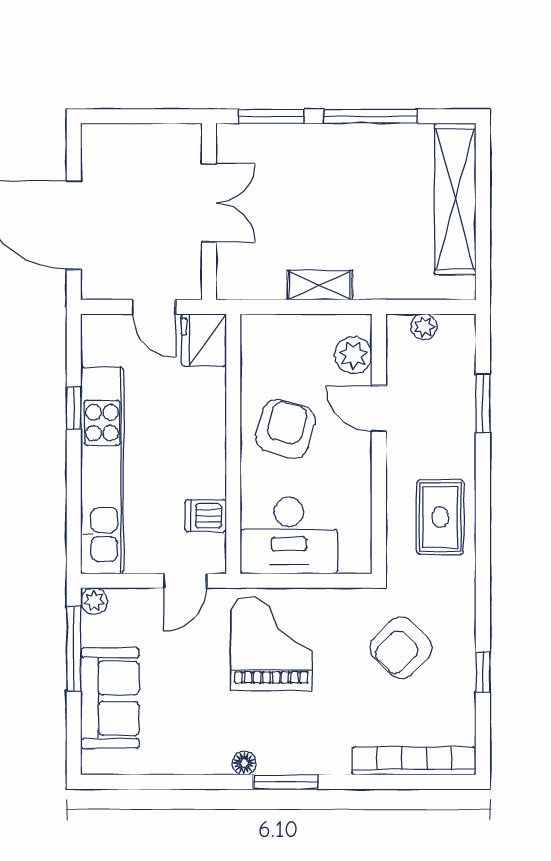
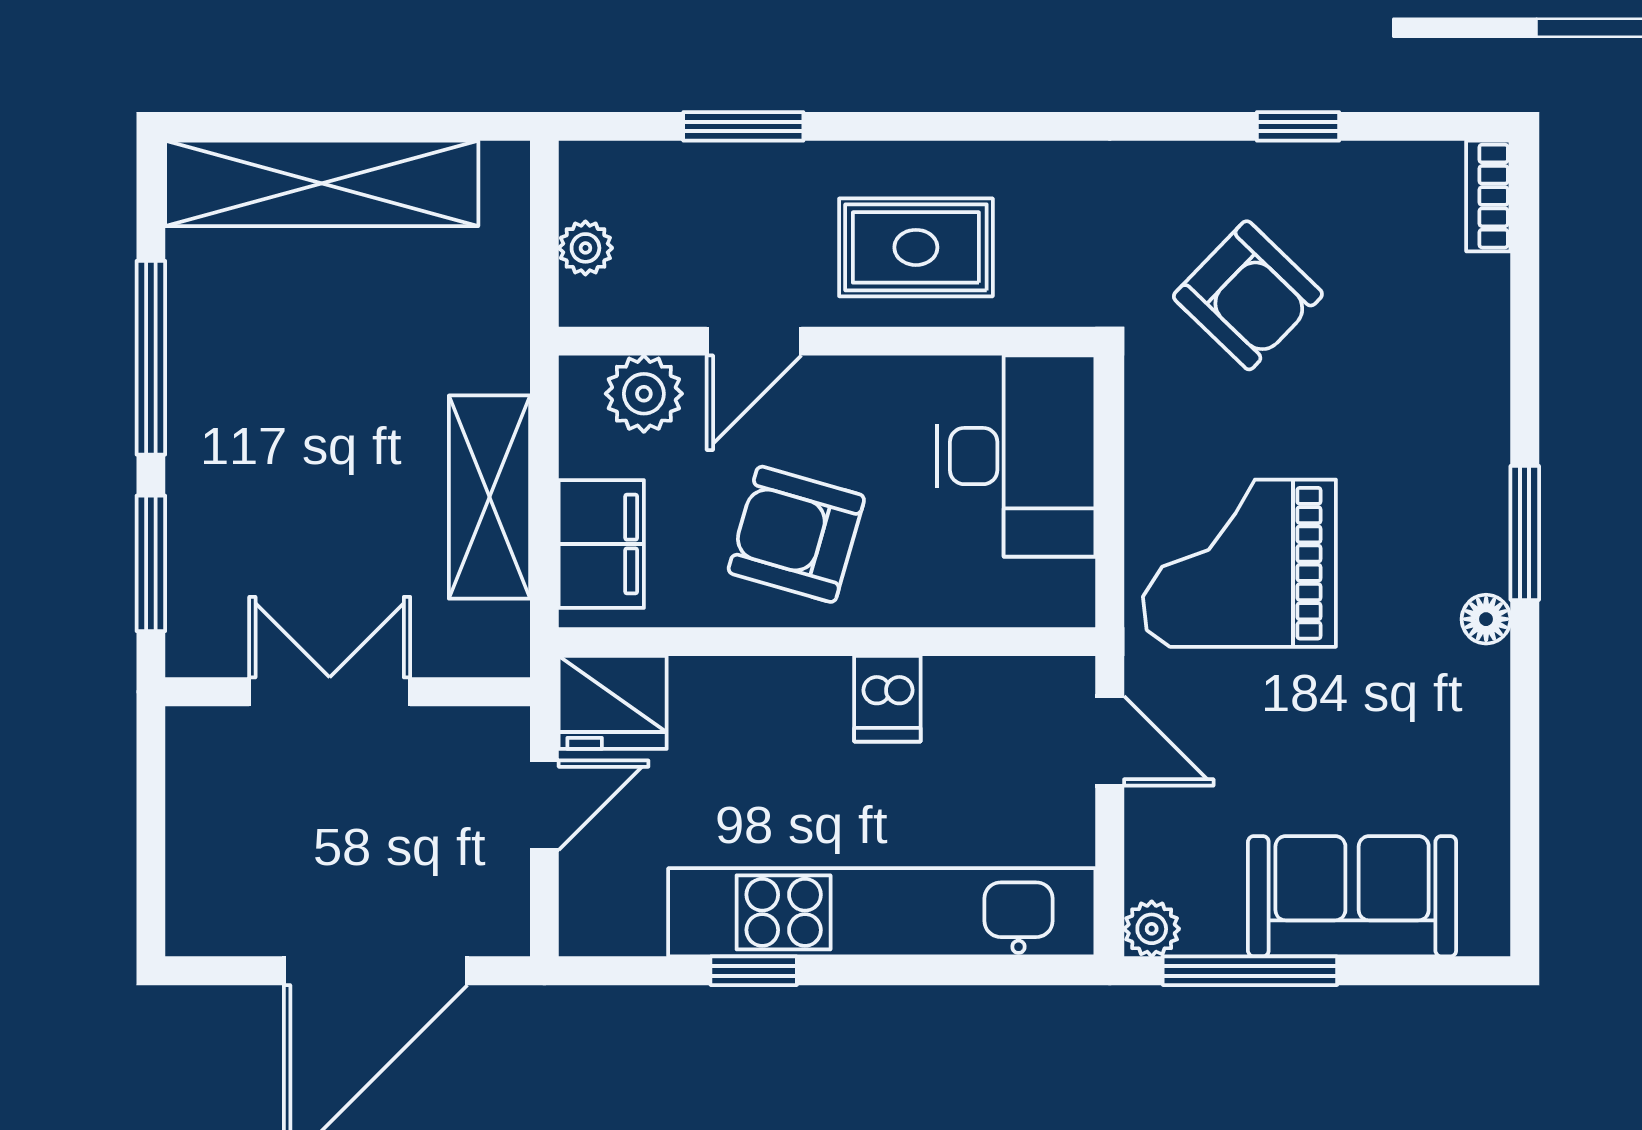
shelving: (320, 285) -> (489, 497), width x1.50, depth x1.33
filing cabinet: (281, 334) -> (601, 544), added
dishwasher: (206, 516) -> (887, 699), moved
rug: (440, 517) -> (916, 247), moved
desk: (289, 536) -> (1016, 456), moved
bookcase: (414, 761) -> (1488, 196), width x0.43, depth x0.76

